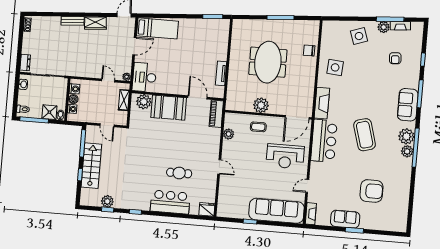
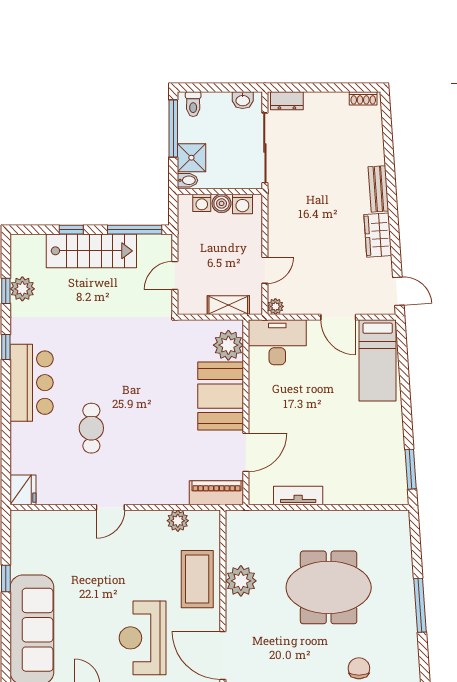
coffee table: (258, 127) -> (197, 579), width x1.86, depth x1.72
bar counter: (170, 202) -> (32, 383), moved

